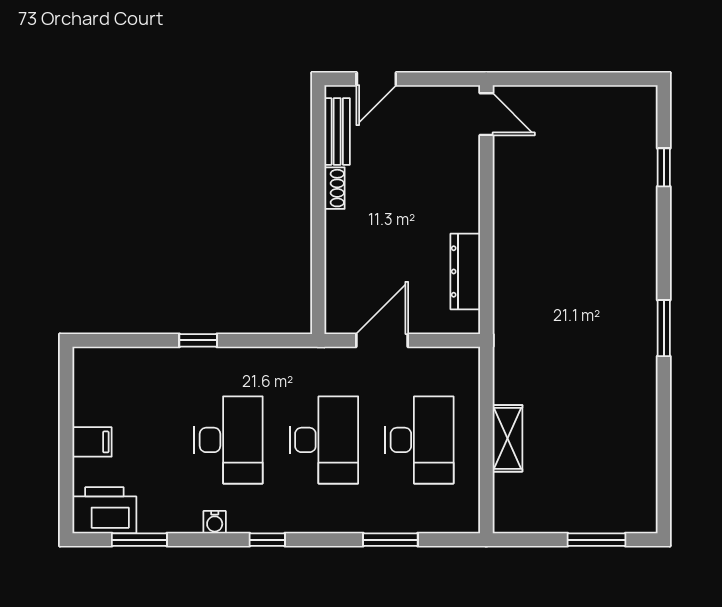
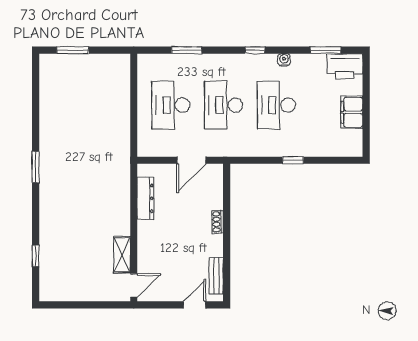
door: (486, 114) -> (134, 285), swing flipped
shoe rack: (335, 188) -> (218, 222), moved
shelving: (508, 438) -> (122, 255), moved
filing cabinet: (92, 442) -> (352, 112), width x2.00

